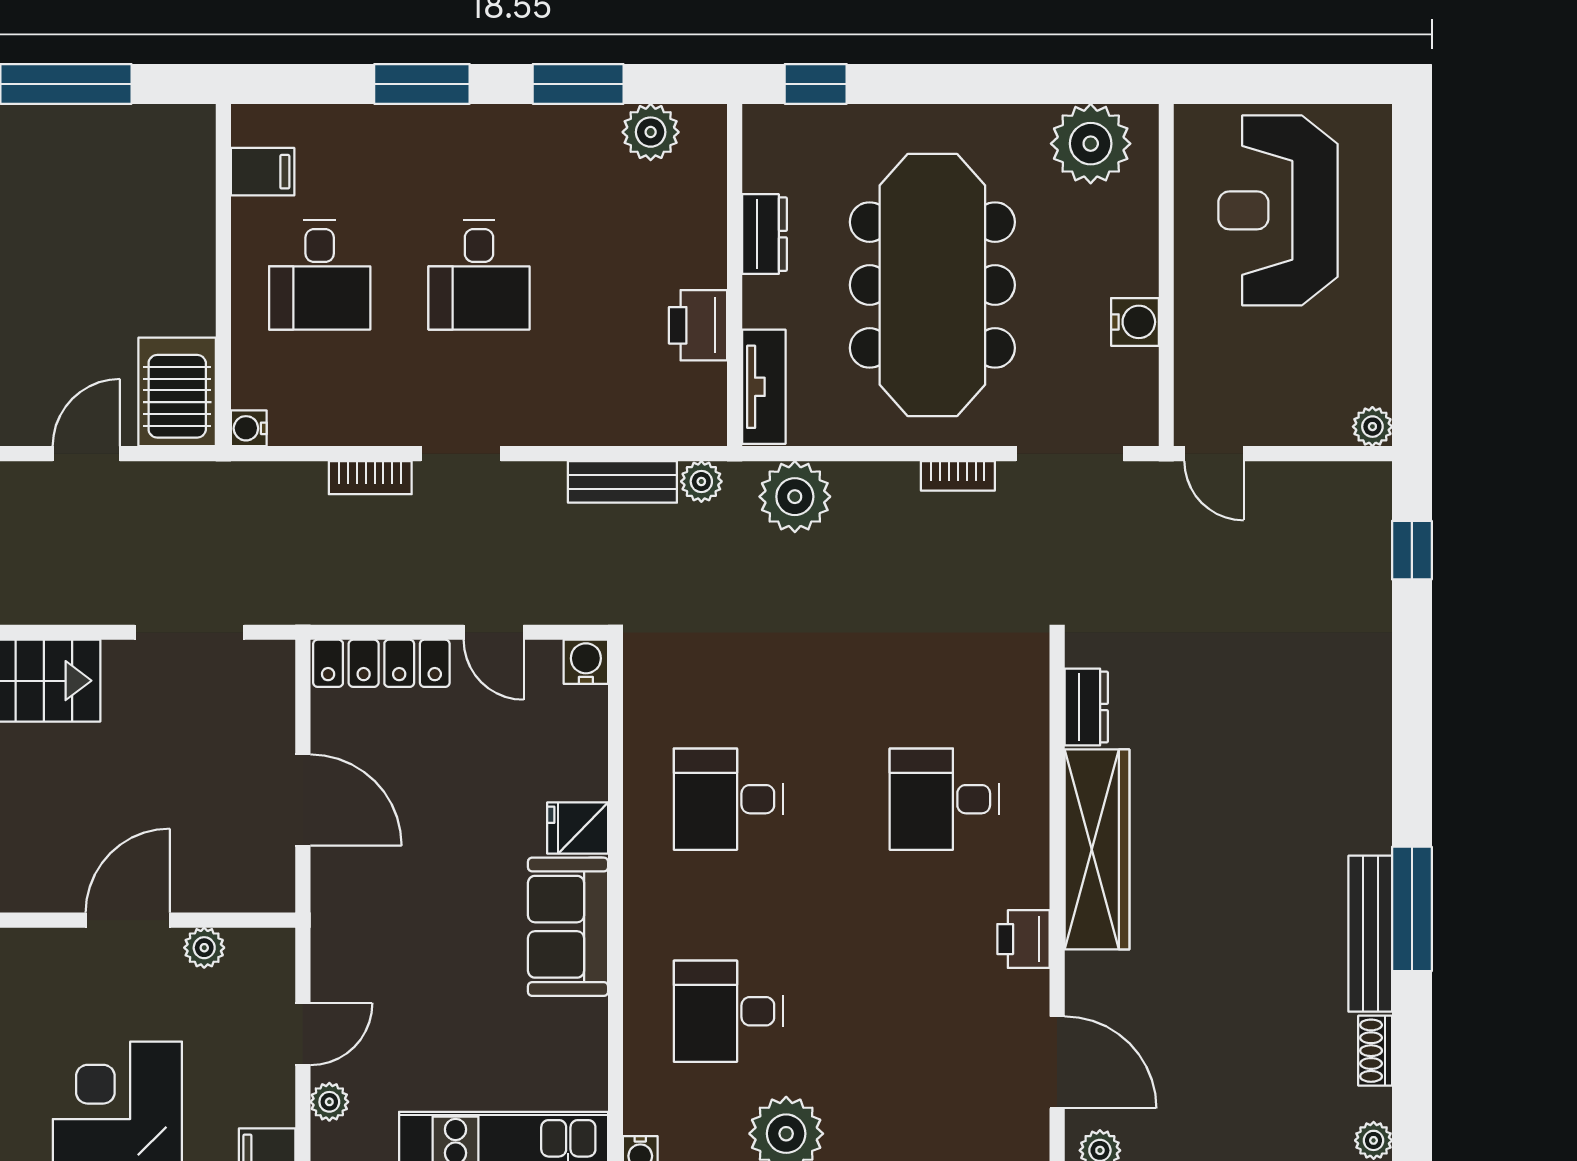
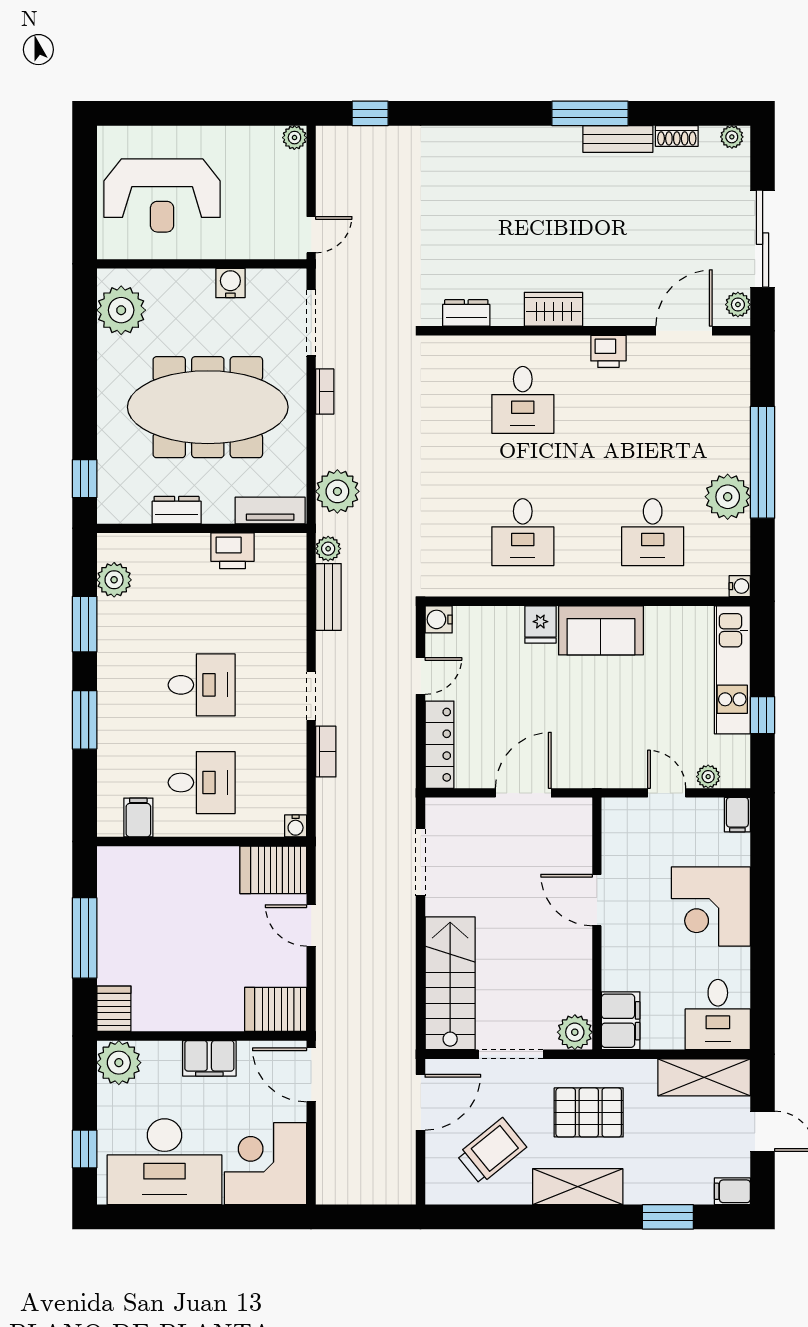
wardrobe: (1097, 849) -> (554, 309), width x0.48, depth x0.85
bench: (1370, 934) -> (618, 139), width x0.73
plant: (204, 948) -> (614, 853), removed

